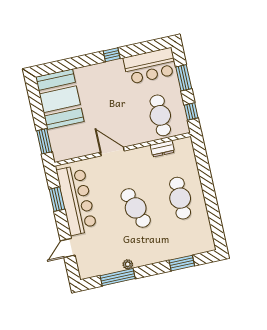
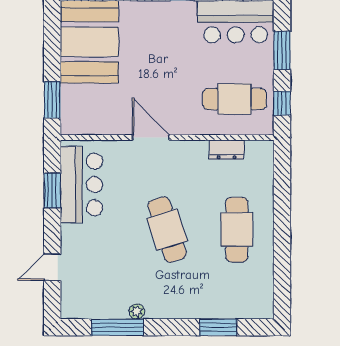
cafe table: (160, 115) -> (235, 99), turned 90
bar counter: (77, 200) -> (81, 185), width x0.73

